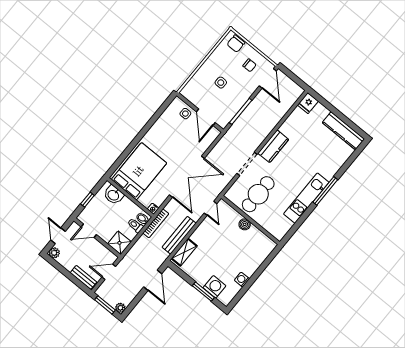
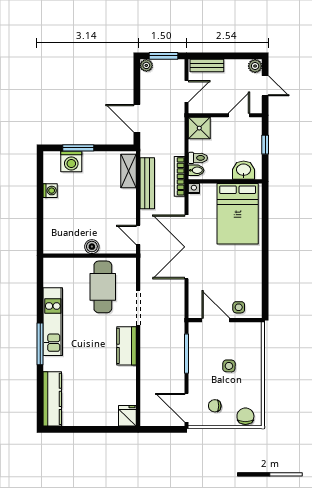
kitchen counter: (343, 131) -> (52, 399), moved, turned 90

